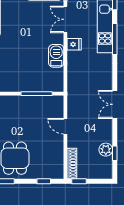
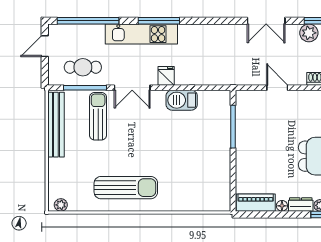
double door: (115, 104) -> (266, 21), moved
door: (65, 126) -> (277, 88), swing flipped

